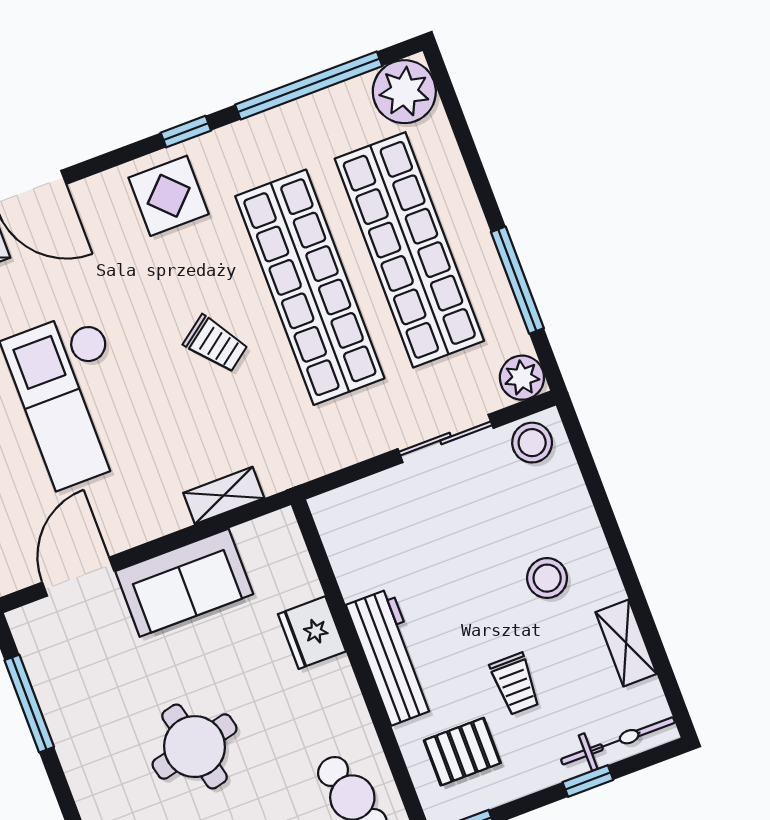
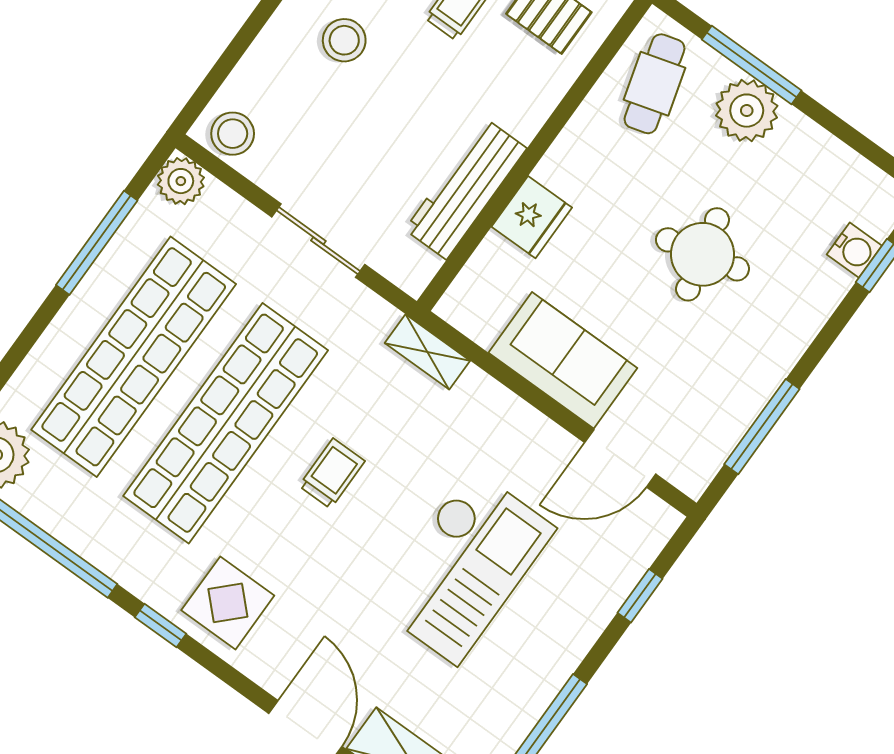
trolley: (216, 344) -> (332, 474), turned 37
sliding door: (446, 438) -> (318, 241), moved
shelving: (224, 495) -> (427, 352), moved
workbench: (391, 657) -> (466, 189), moved

